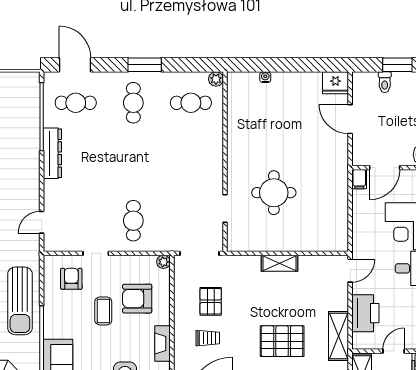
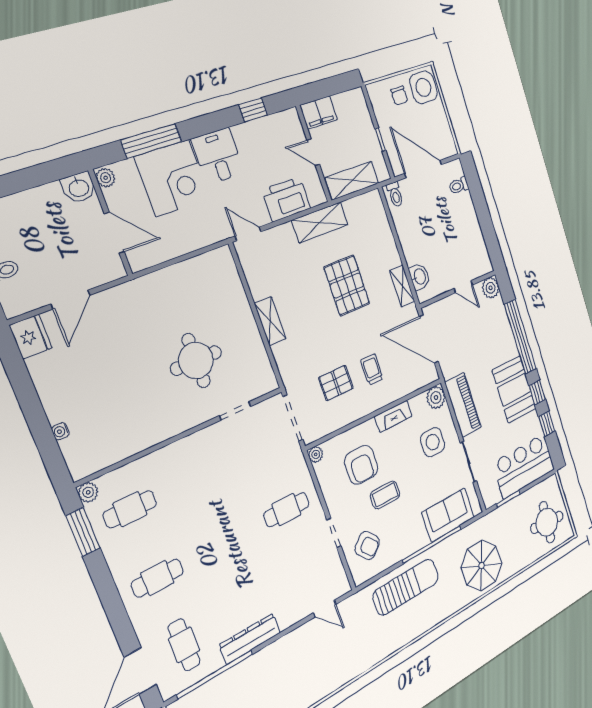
window: (145, 65) -> (83, 532), moved
cafe table: (191, 103) -> (130, 509), turned 90
filing cabinet: (359, 179) -> (140, 261), removed
armchair: (71, 279) -> (367, 545), turned -131

